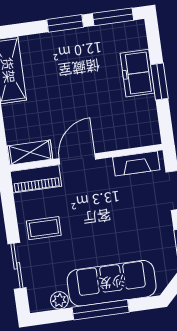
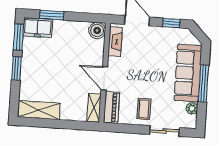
freezer: (137, 73) -> (38, 28), moved
window: (159, 81) -> (52, 15), moved
boiler: (147, 133) -> (97, 30), added

